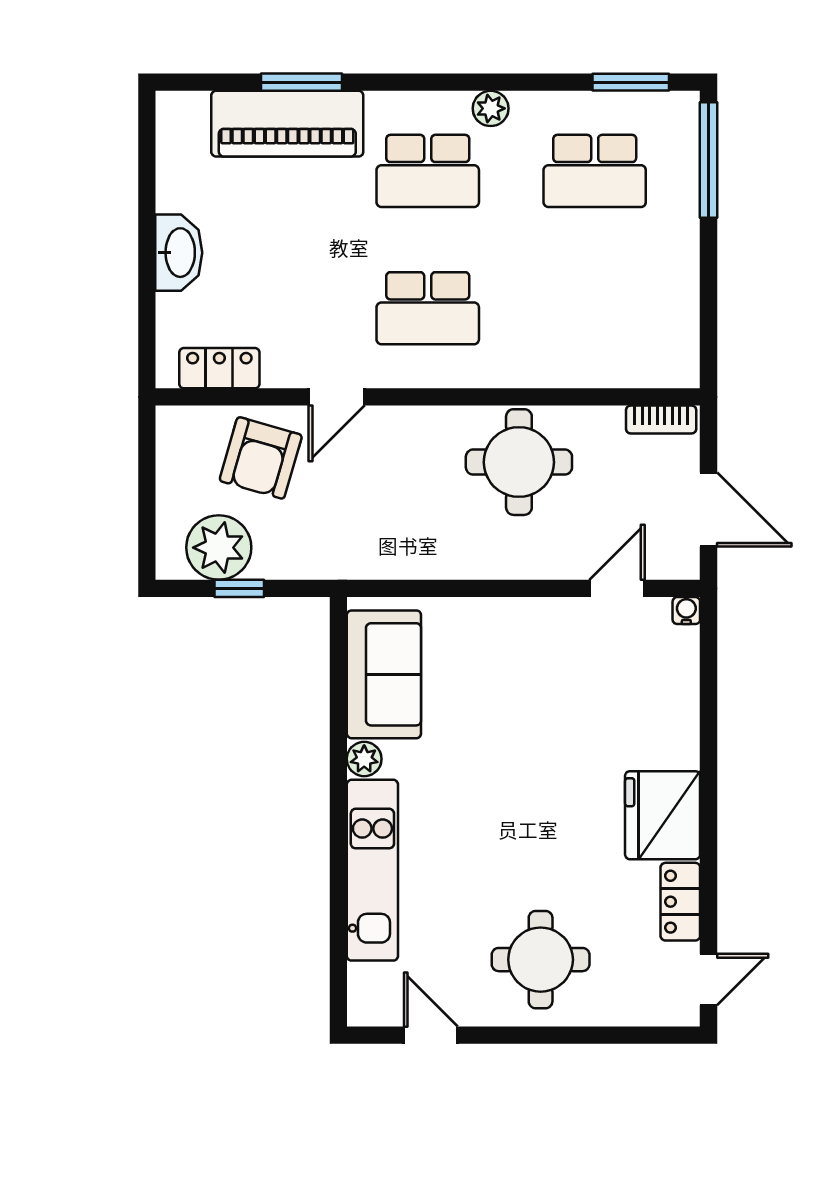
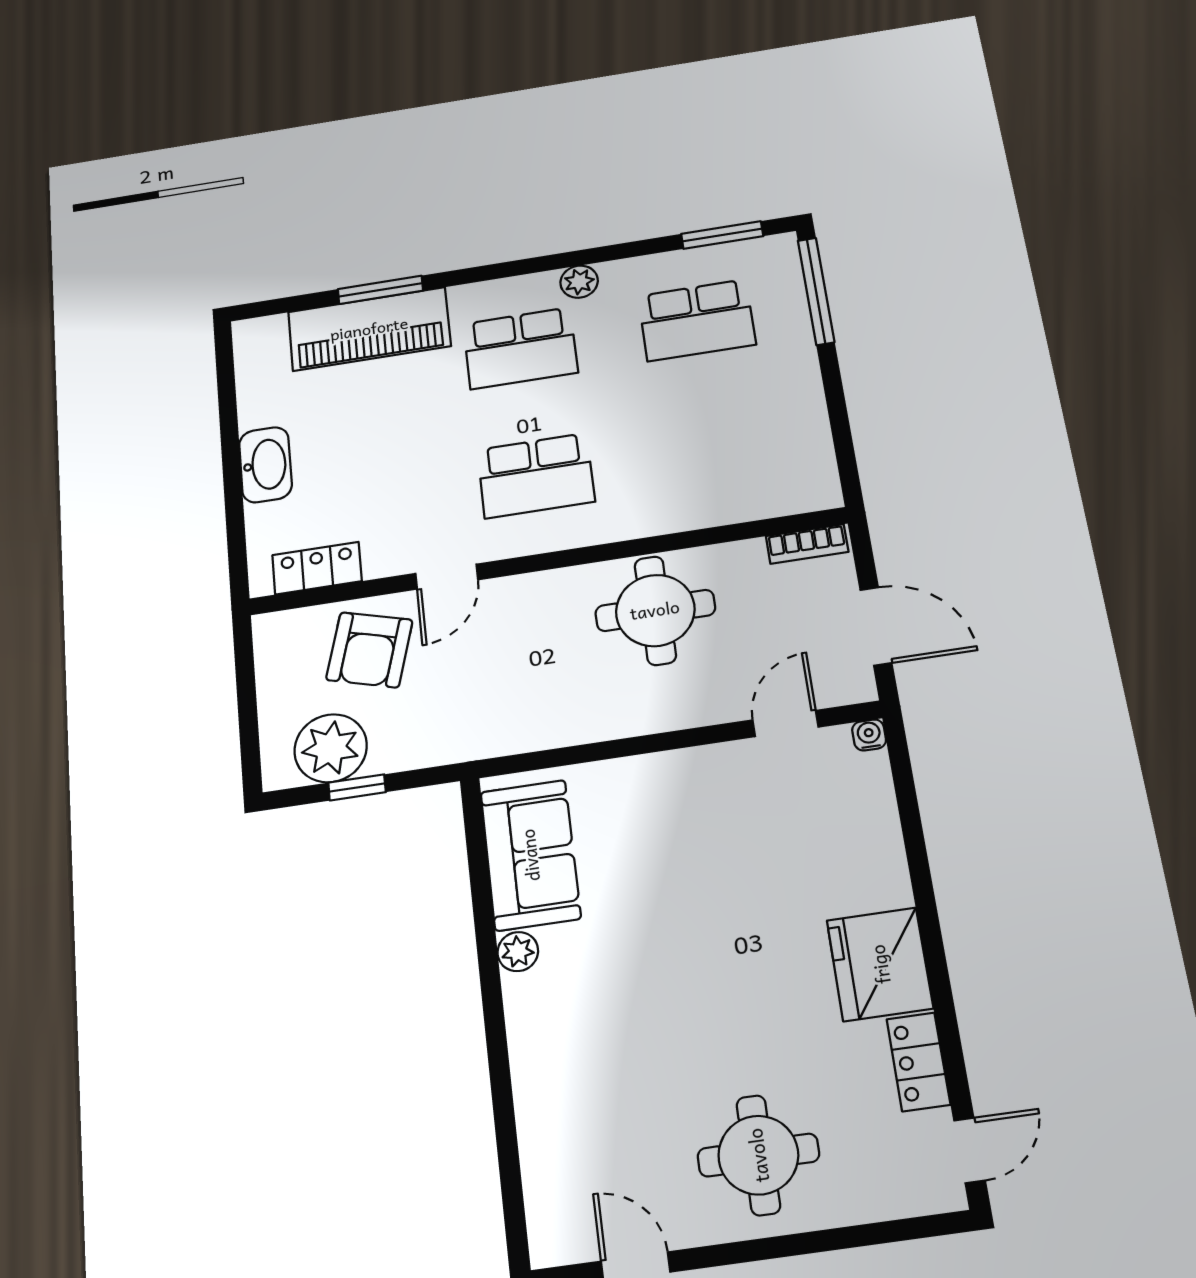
kitchen unit: (372, 870) -> (541, 1077), removed

